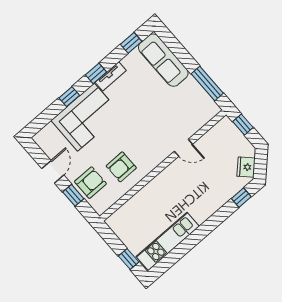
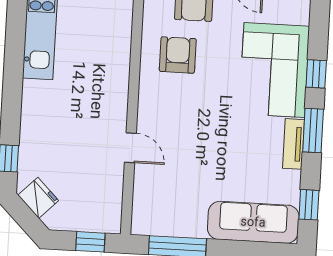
window: (96, 73) -> (313, 131), width x1.50
door: (183, 148) -> (130, 148), swing flipped

